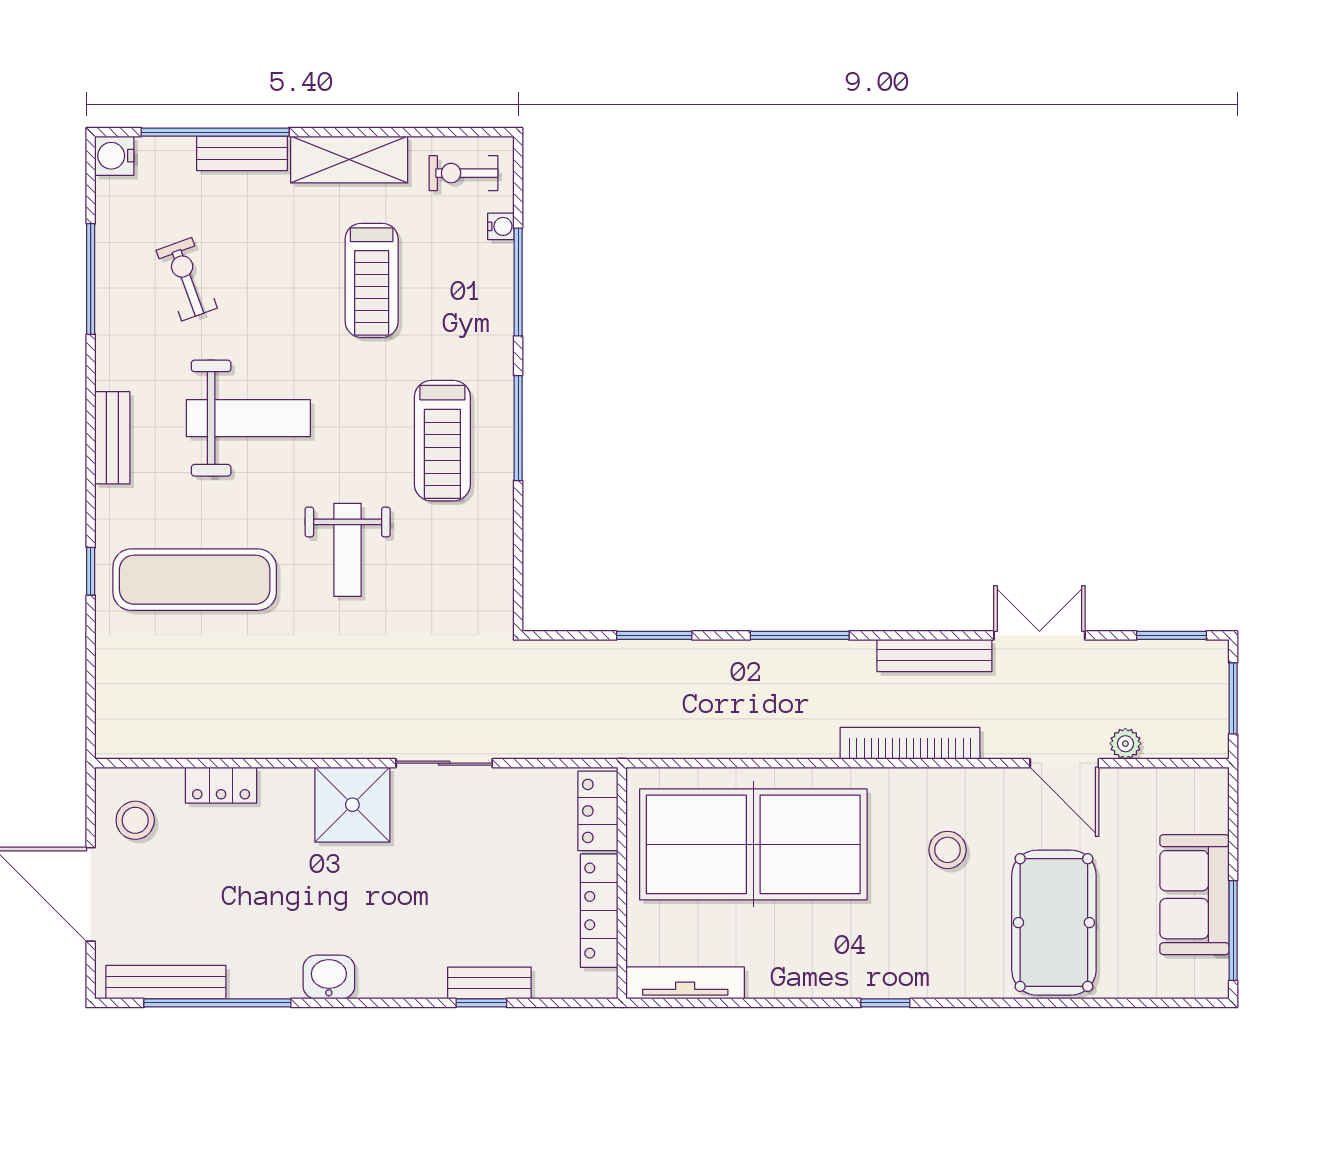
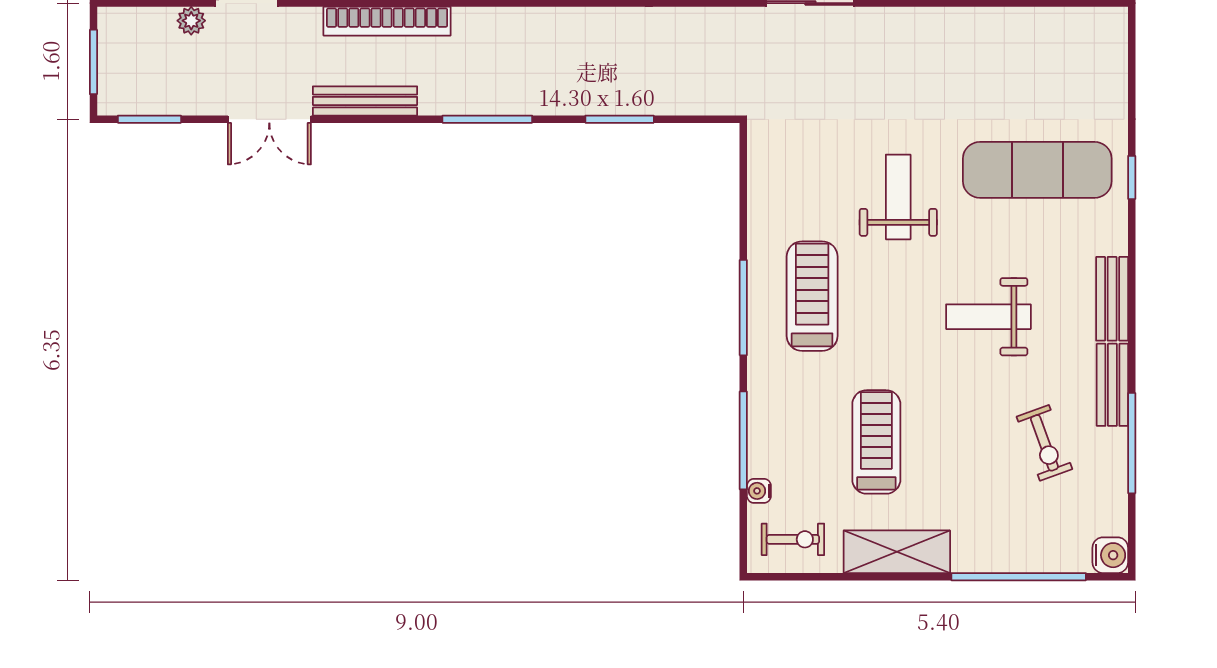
bench: (242, 153) -> (1112, 385), moved, turned 90
weight bench: (248, 418) -> (988, 317), width x0.73, depth x0.75

